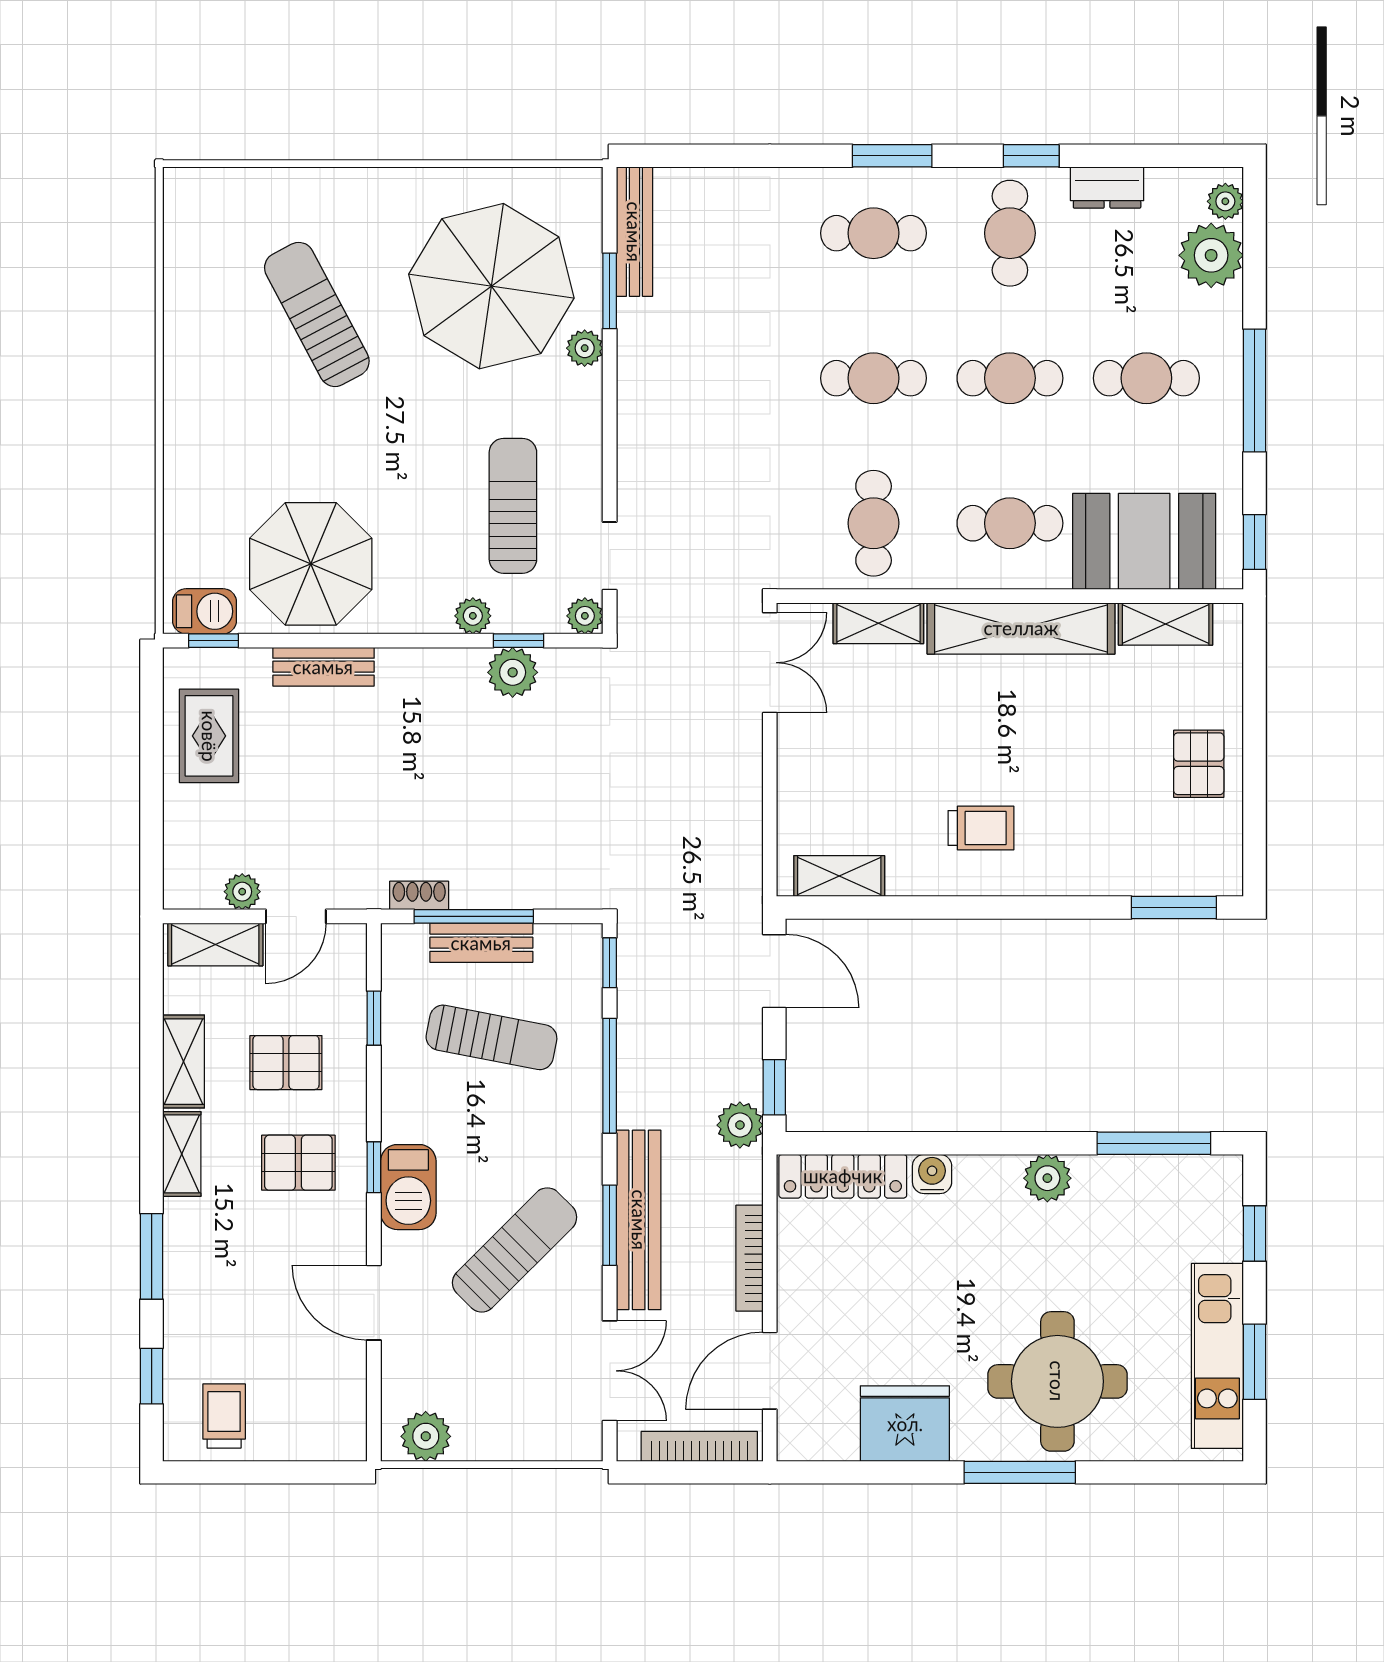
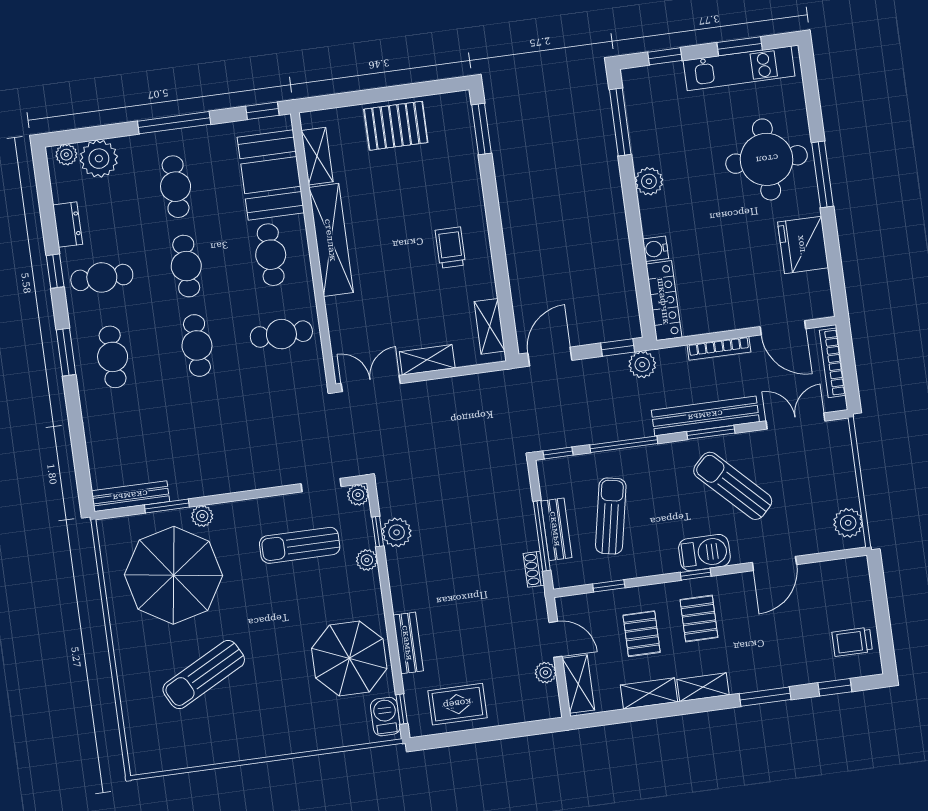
shelving: (878, 623) -> (427, 360), moved, turned 90
pallet: (1199, 764) -> (396, 126), width x1.50, depth x1.42

